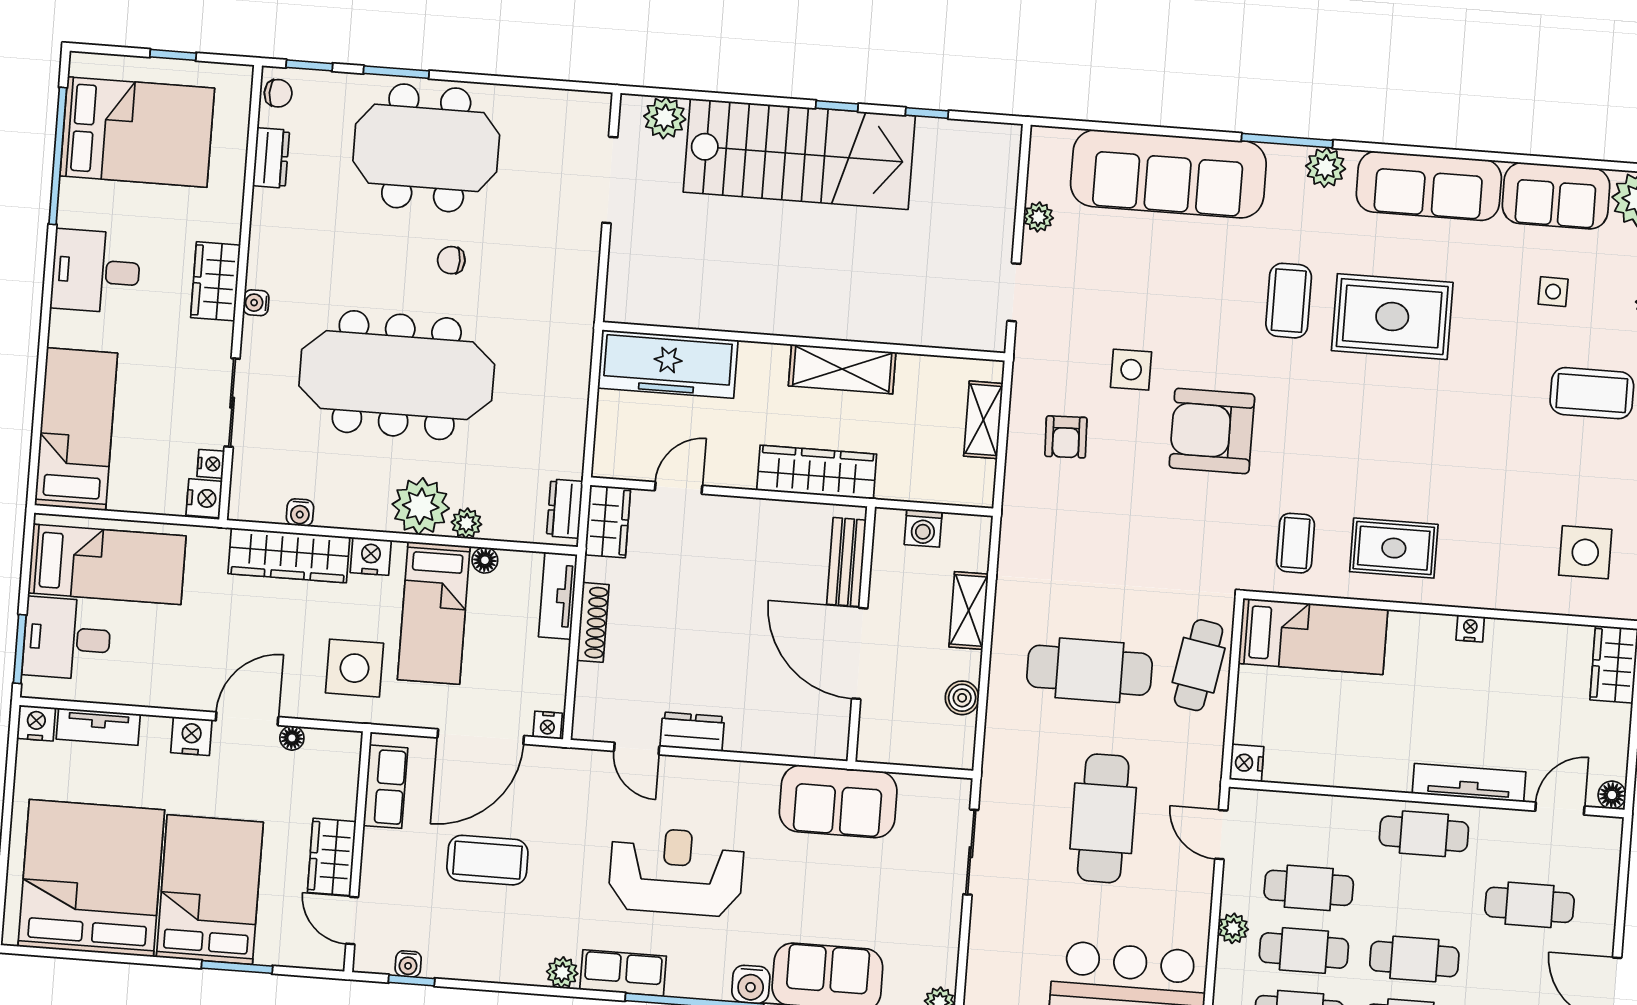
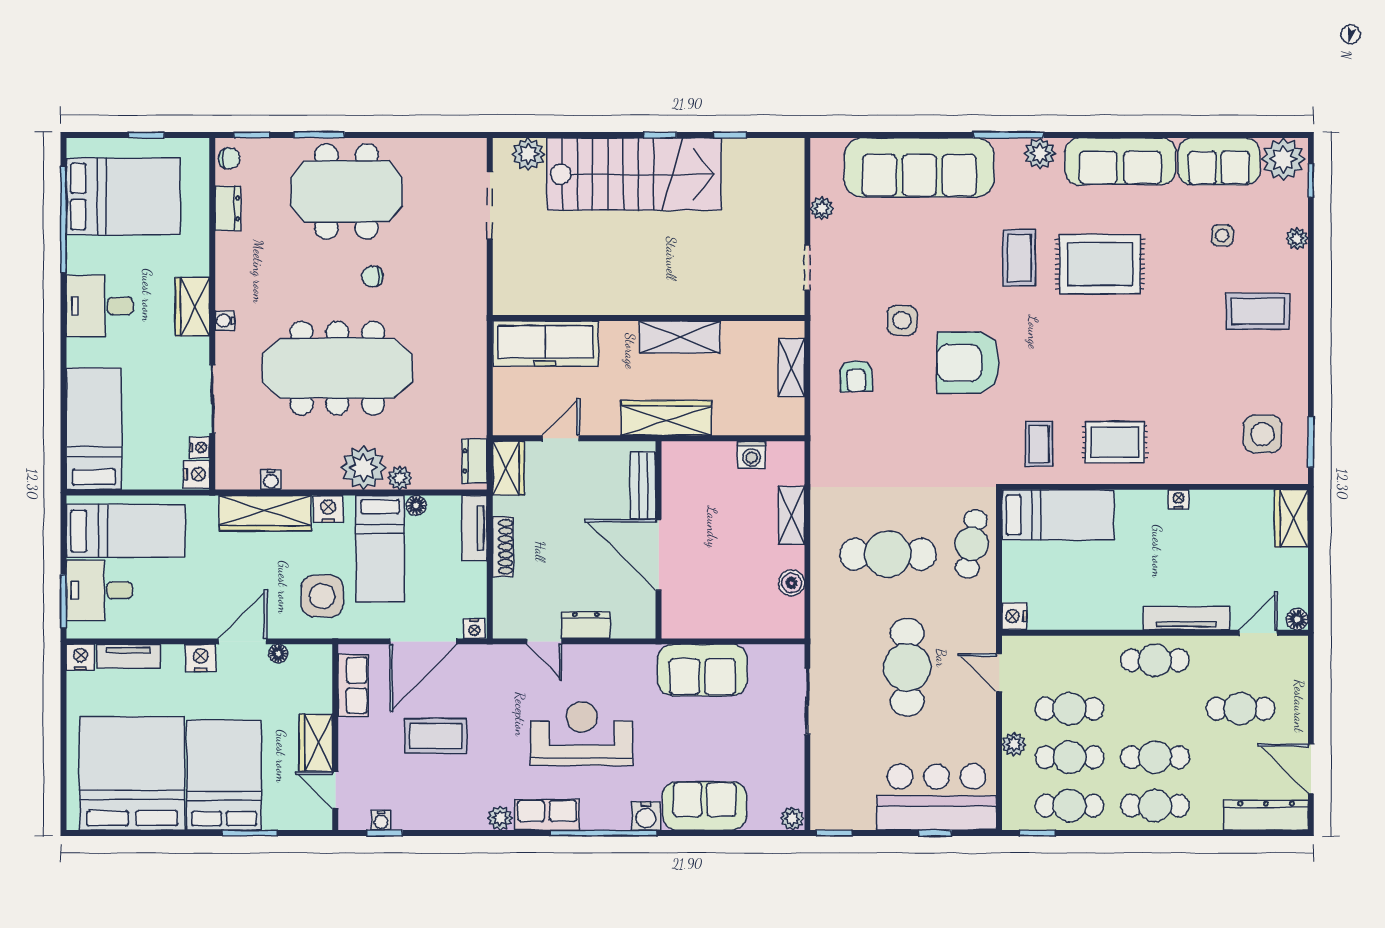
bench: (846, 562) -> (643, 485), moved
wall: (861, 634) -> (659, 540), moved
door: (860, 653) -> (659, 555), moved

